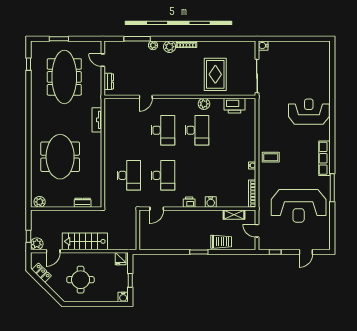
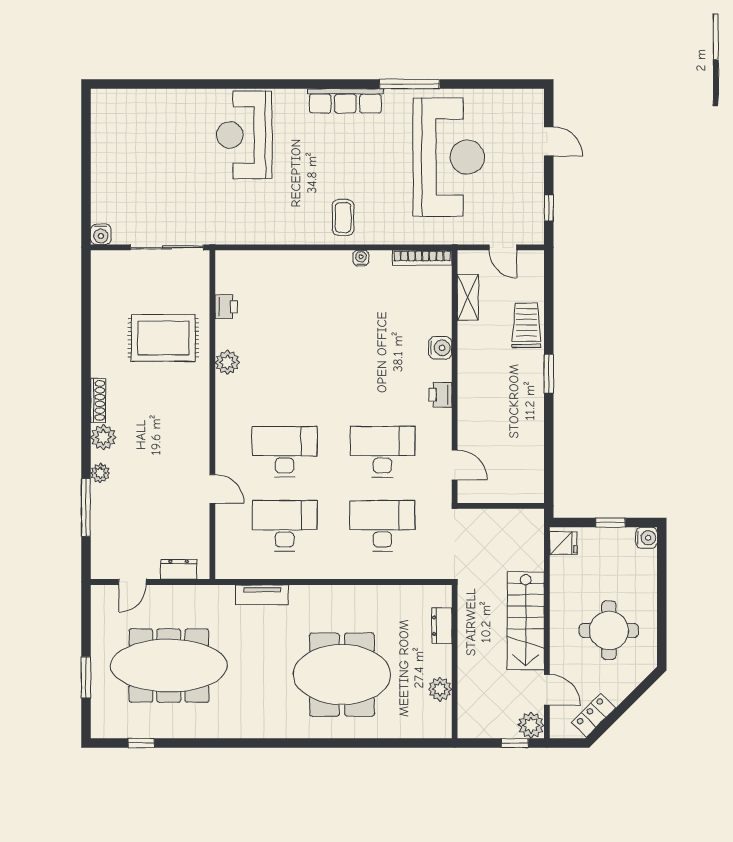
printer: (235, 106) -> (226, 307), width x0.53, depth x0.68
desk: (197, 130) -> (285, 526), moved
plant: (40, 202) -> (440, 689), moved
door: (257, 231) -> (503, 247), hinge flipped

